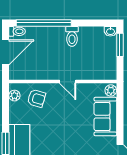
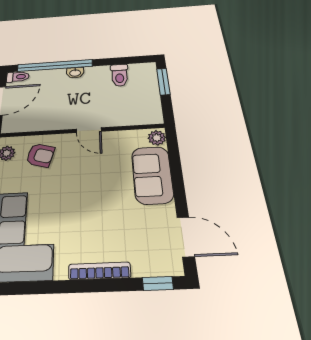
washbasin: (110, 31) -> (75, 73), moved
toilet: (72, 36) -> (120, 75), moved

